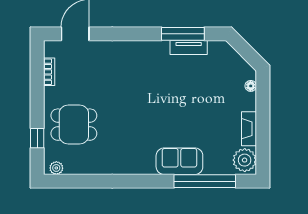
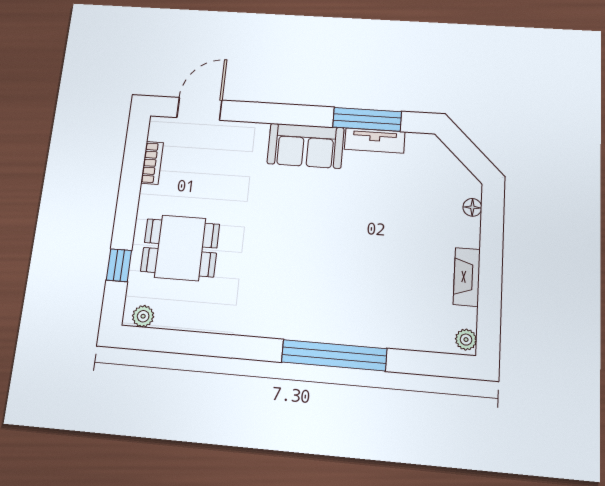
plant: (245, 160) -> (466, 340), width x0.53, depth x0.53
sofa: (179, 161) -> (306, 146), moved, turned 180
window: (205, 181) -> (334, 355), moved

